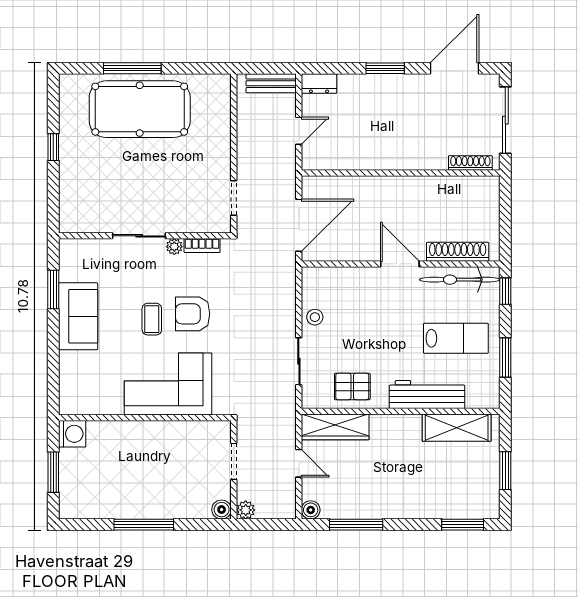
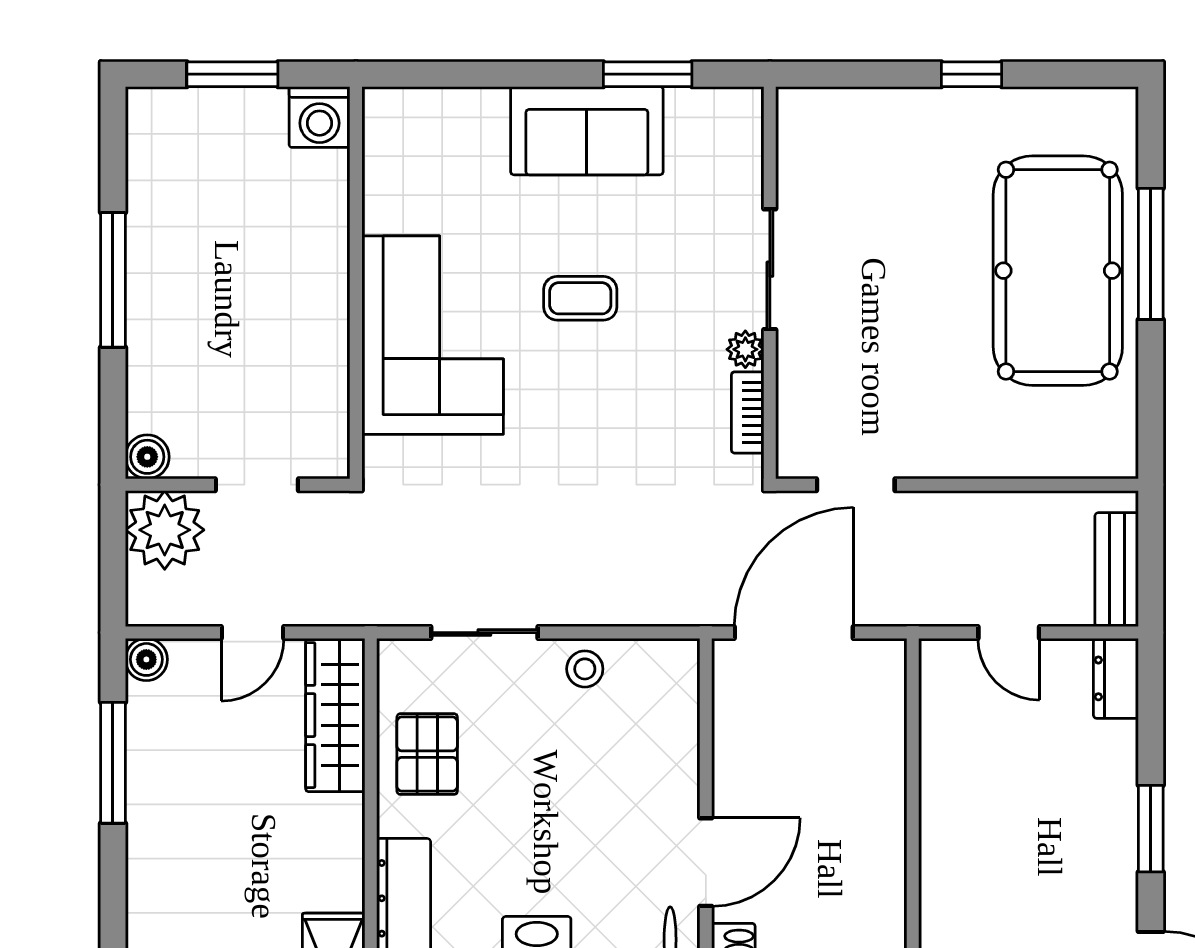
door: (299, 225) -> (794, 633), swing flipped
armchair: (193, 314) -> (592, 391), removed
plant: (246, 510) -> (165, 530), width x1.87, depth x1.87

